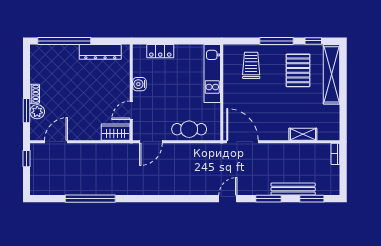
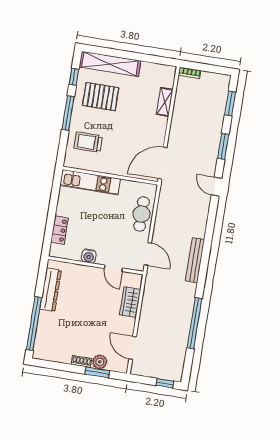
wardrobe: (116, 132) -> (130, 302), moved
window: (26, 159) -> (165, 383), moved
bench: (293, 189) -> (195, 260), moved

